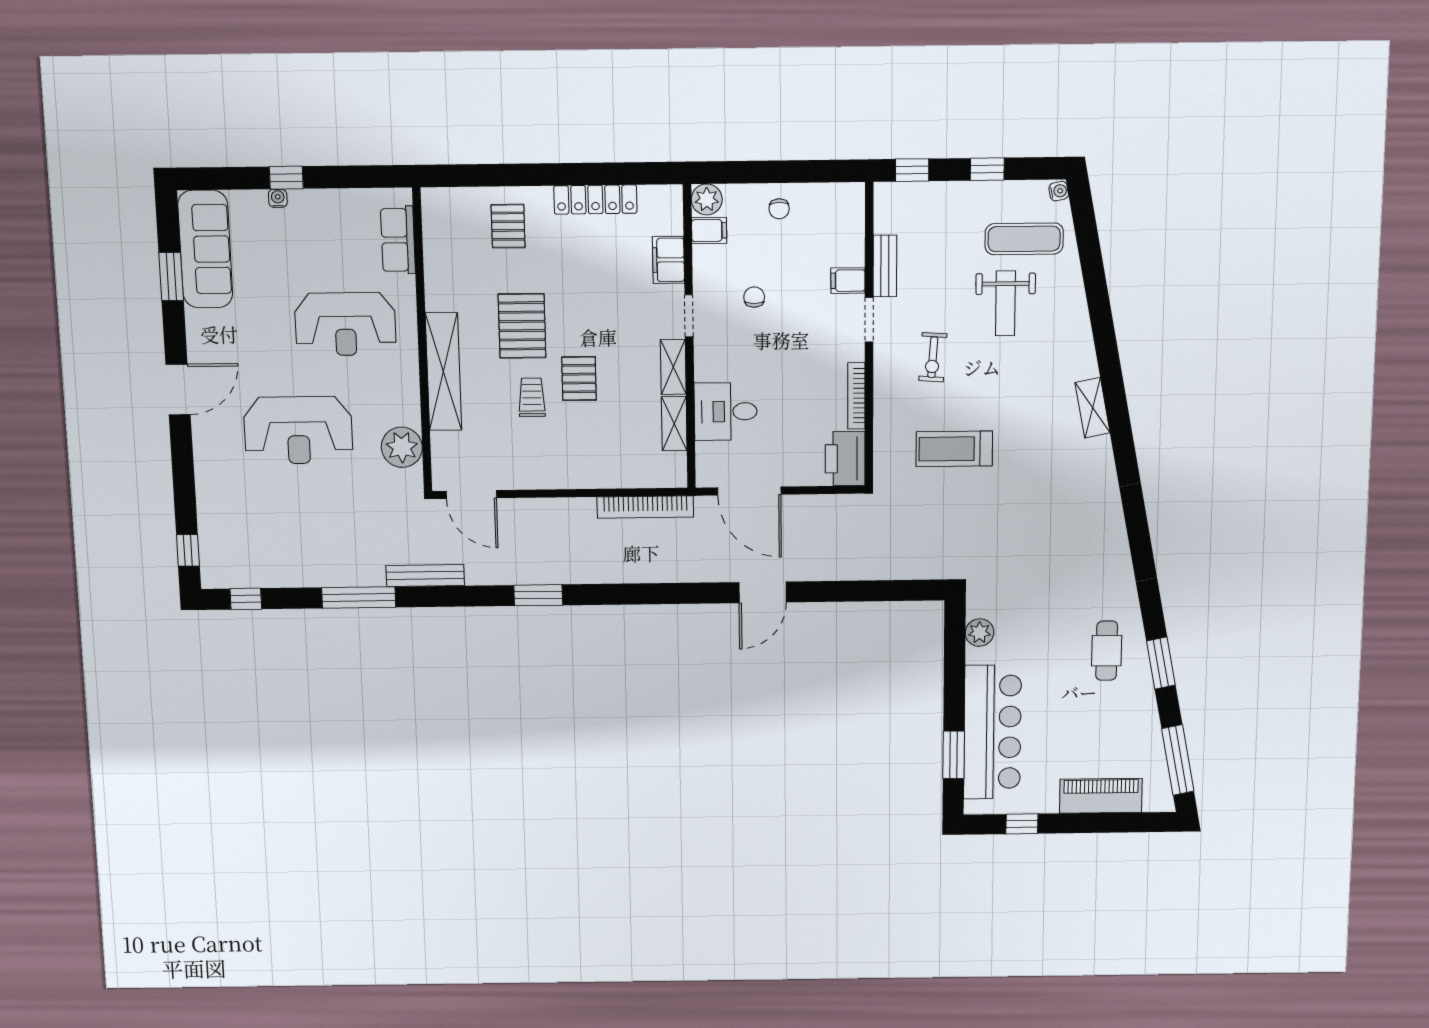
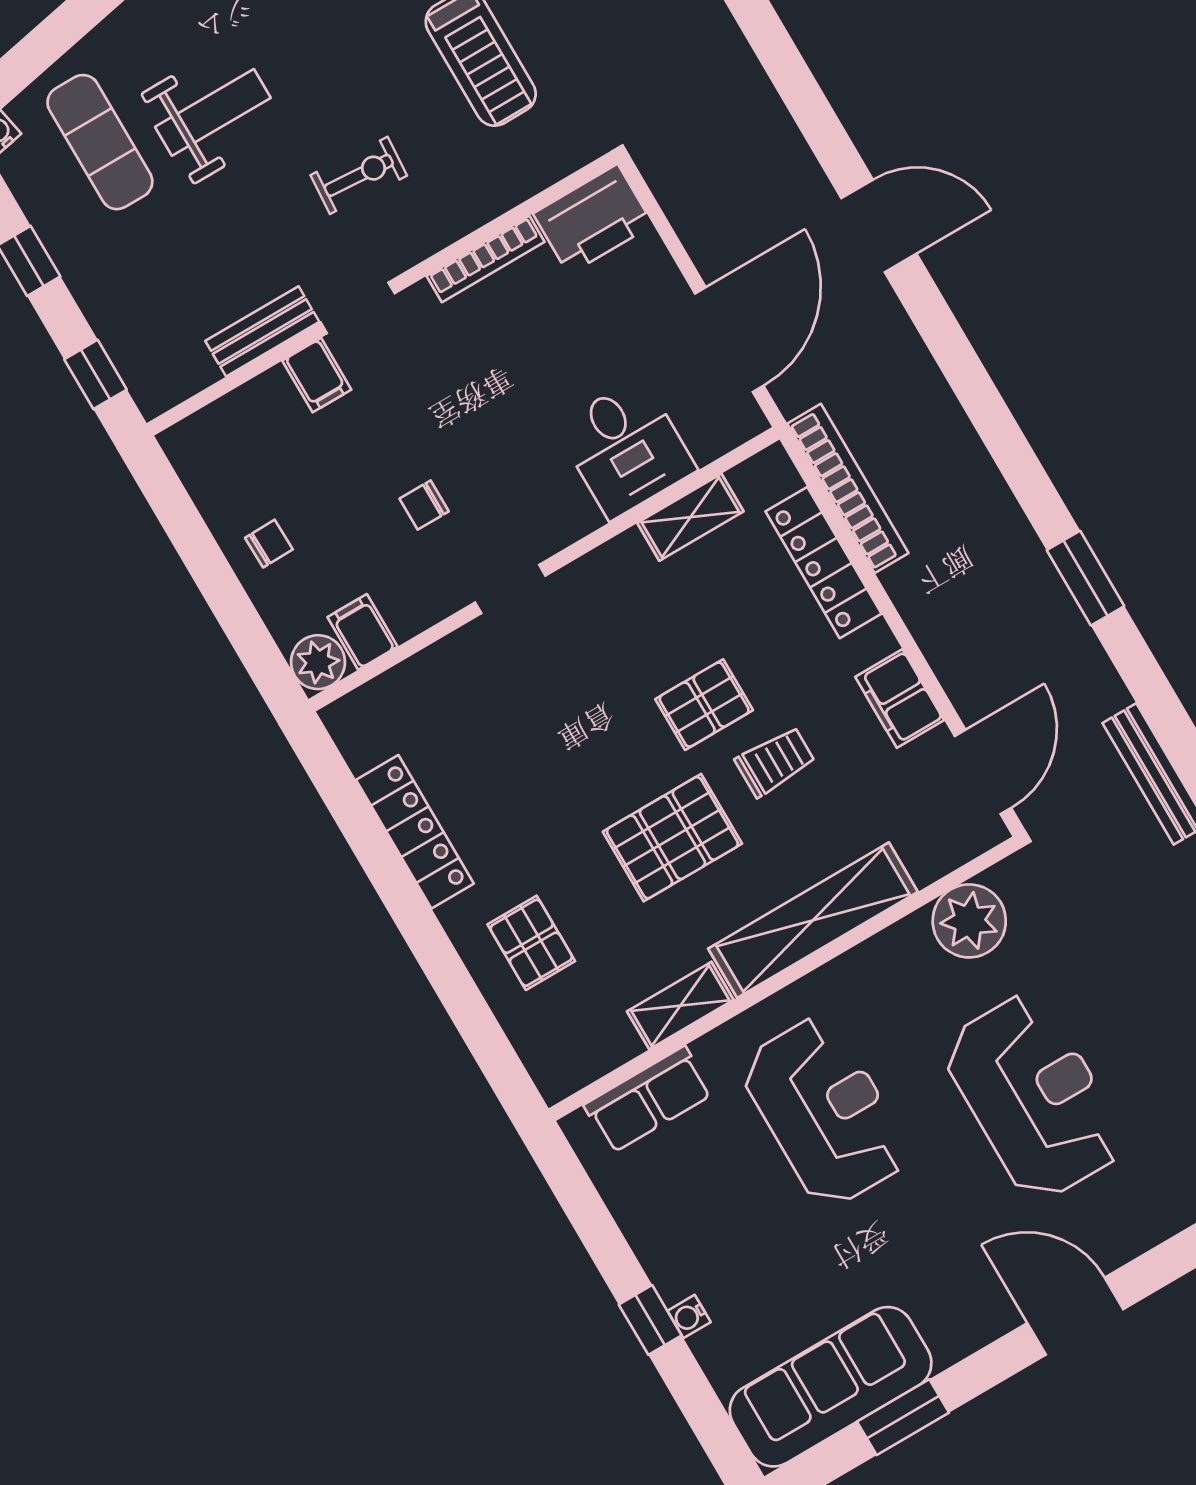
pallet: (508, 226) -> (531, 943), turned 90
filing cabinet: (668, 260) -> (900, 699), moved, turned 90
shelving: (673, 367) -> (680, 1006), moved
trolley: (532, 397) -> (775, 762), turned 180
locker: (616, 475) -> (824, 563), added

